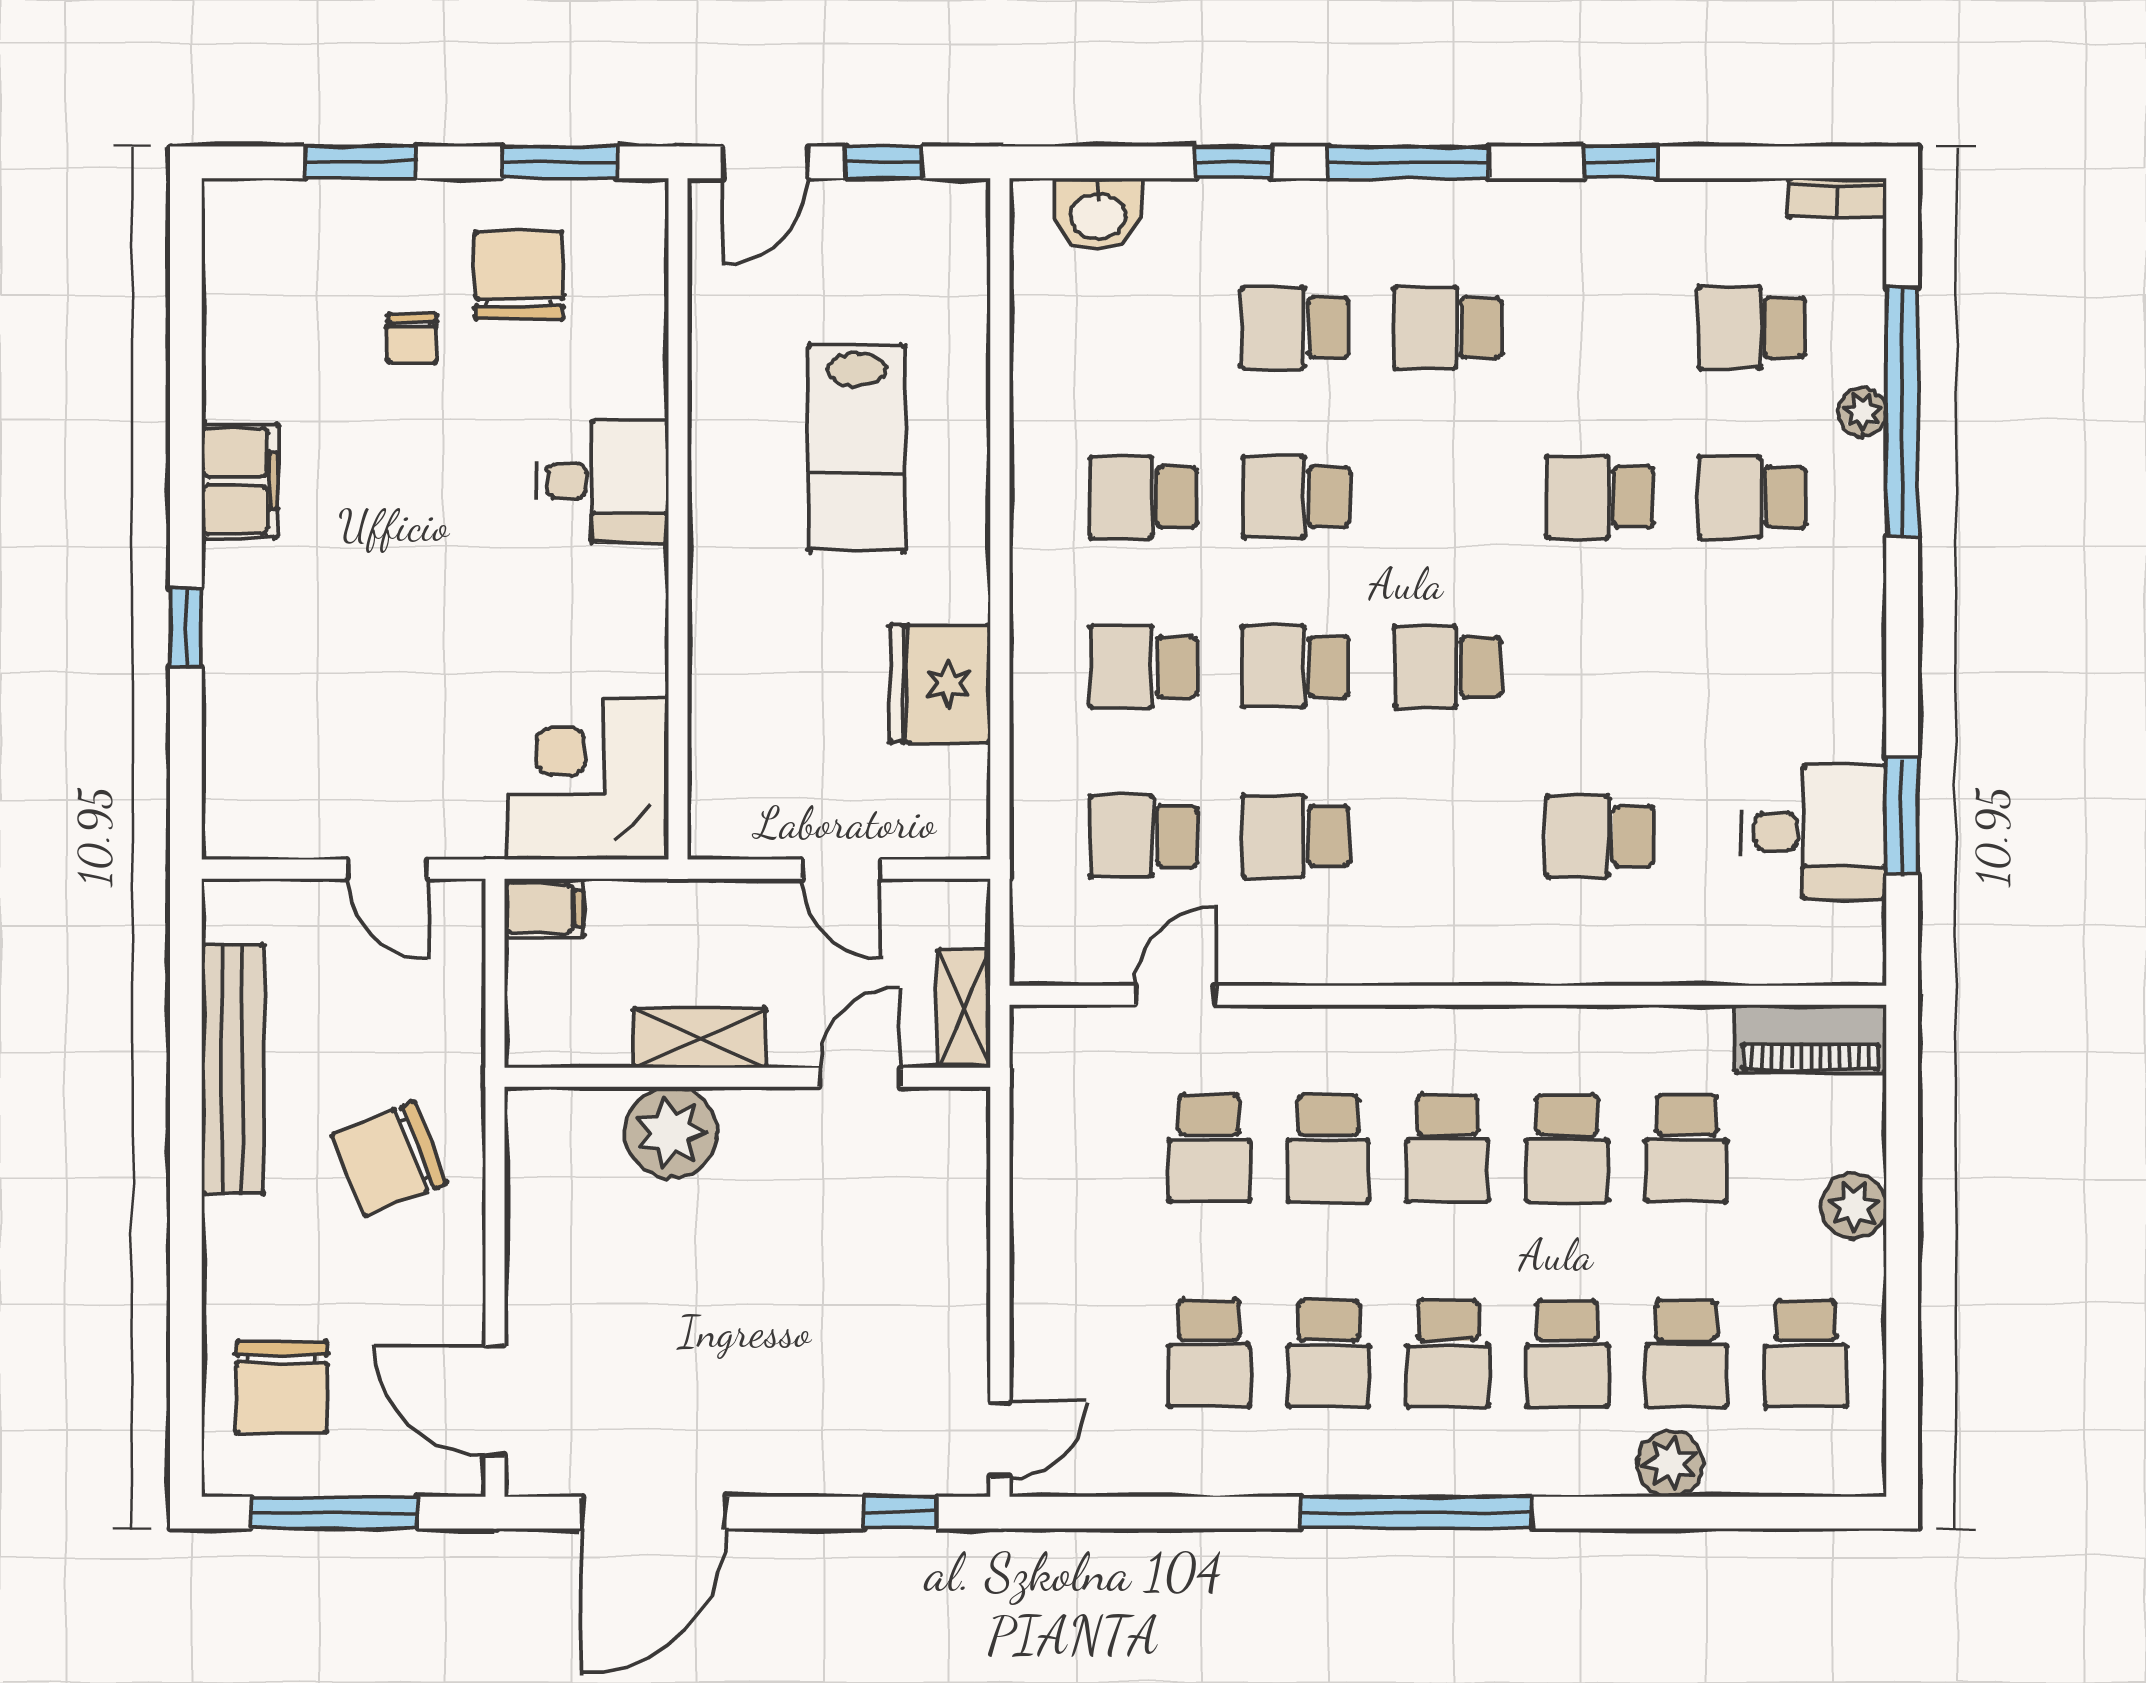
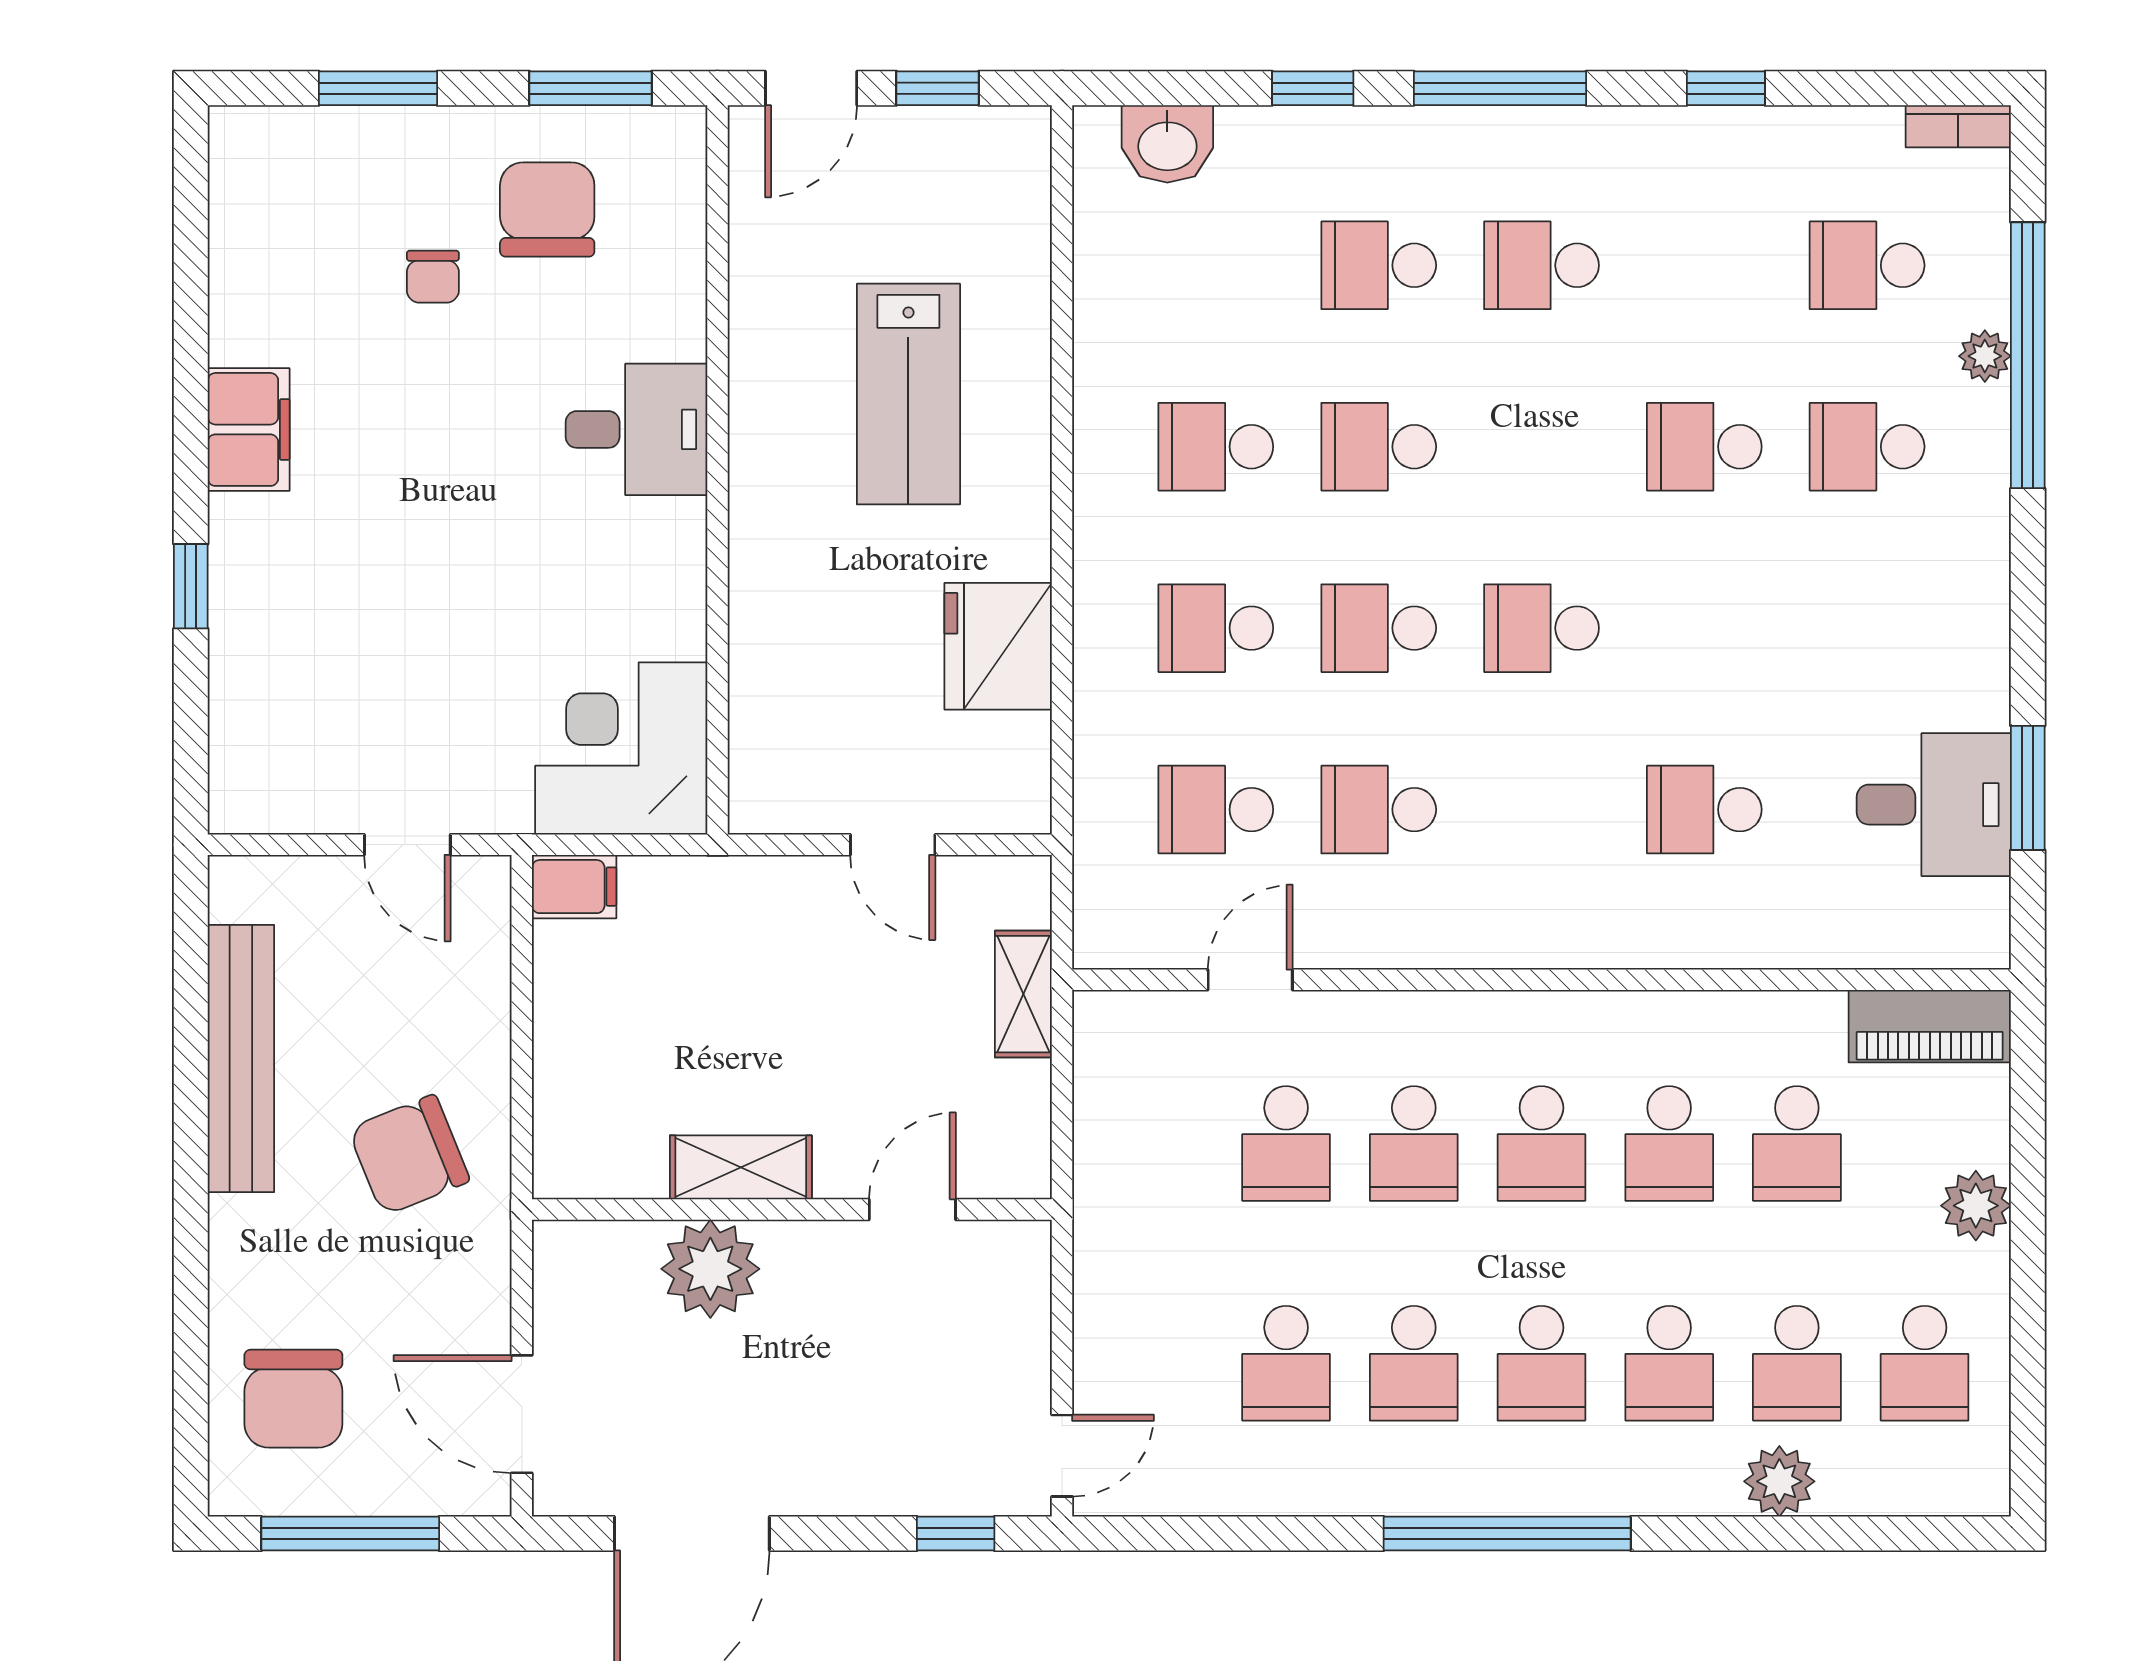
shelving: (700, 1038) -> (741, 1167), moved
wall: (747, 1077) -> (792, 1209), moved
door: (860, 1077) -> (912, 1209), moved
plant: (671, 1133) -> (710, 1269), moved

